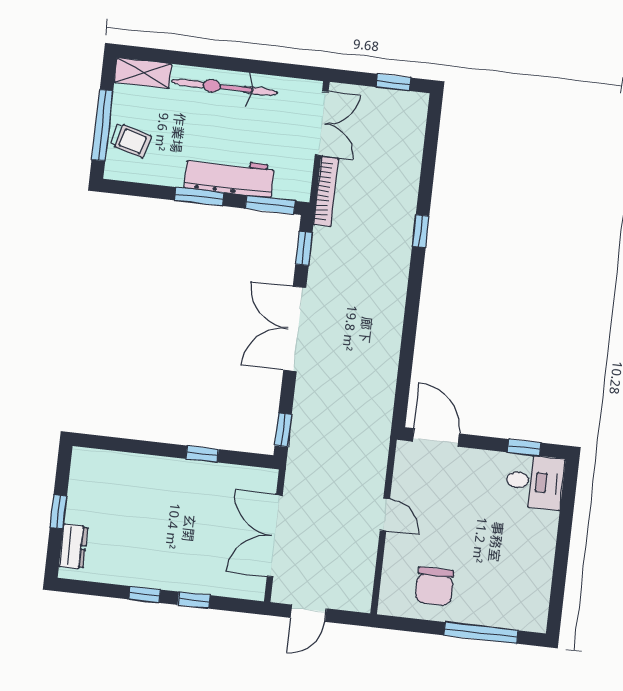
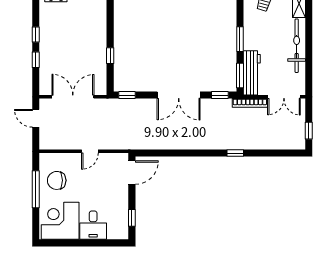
workbench: (229, 177) -> (252, 73), moved
double door: (295, 329) -> (179, 95), swing flipped
desk: (535, 482) -> (93, 225), moved
corner desk: (514, 588) -> (60, 221), added
window: (481, 633) -> (36, 189), moved

